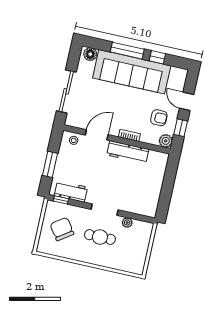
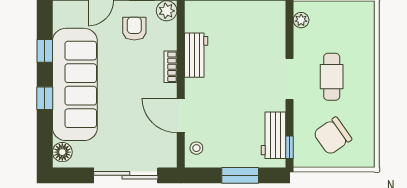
window: (127, 51) -> (45, 98), width x0.46
workbench: (128, 152) -> (196, 55), width x0.73
plant: (127, 223) -> (301, 20), moved

